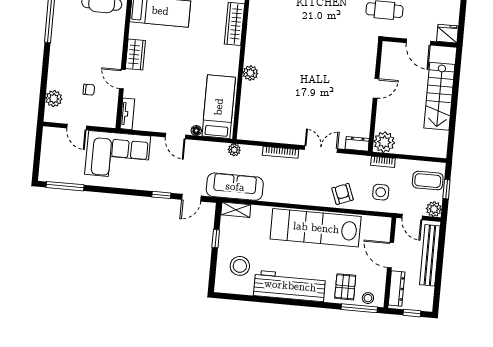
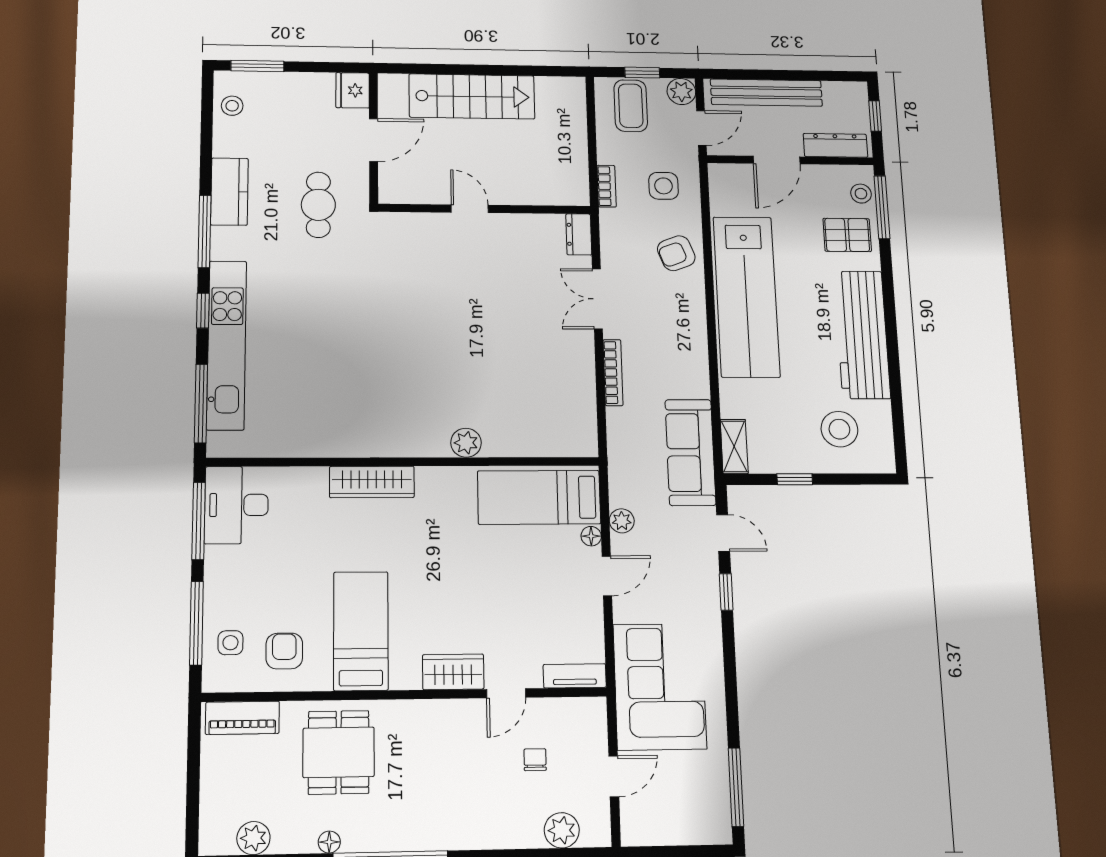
plant: (384, 142) -> (569, 187), removed
plant: (234, 150) -> (622, 521), moved

